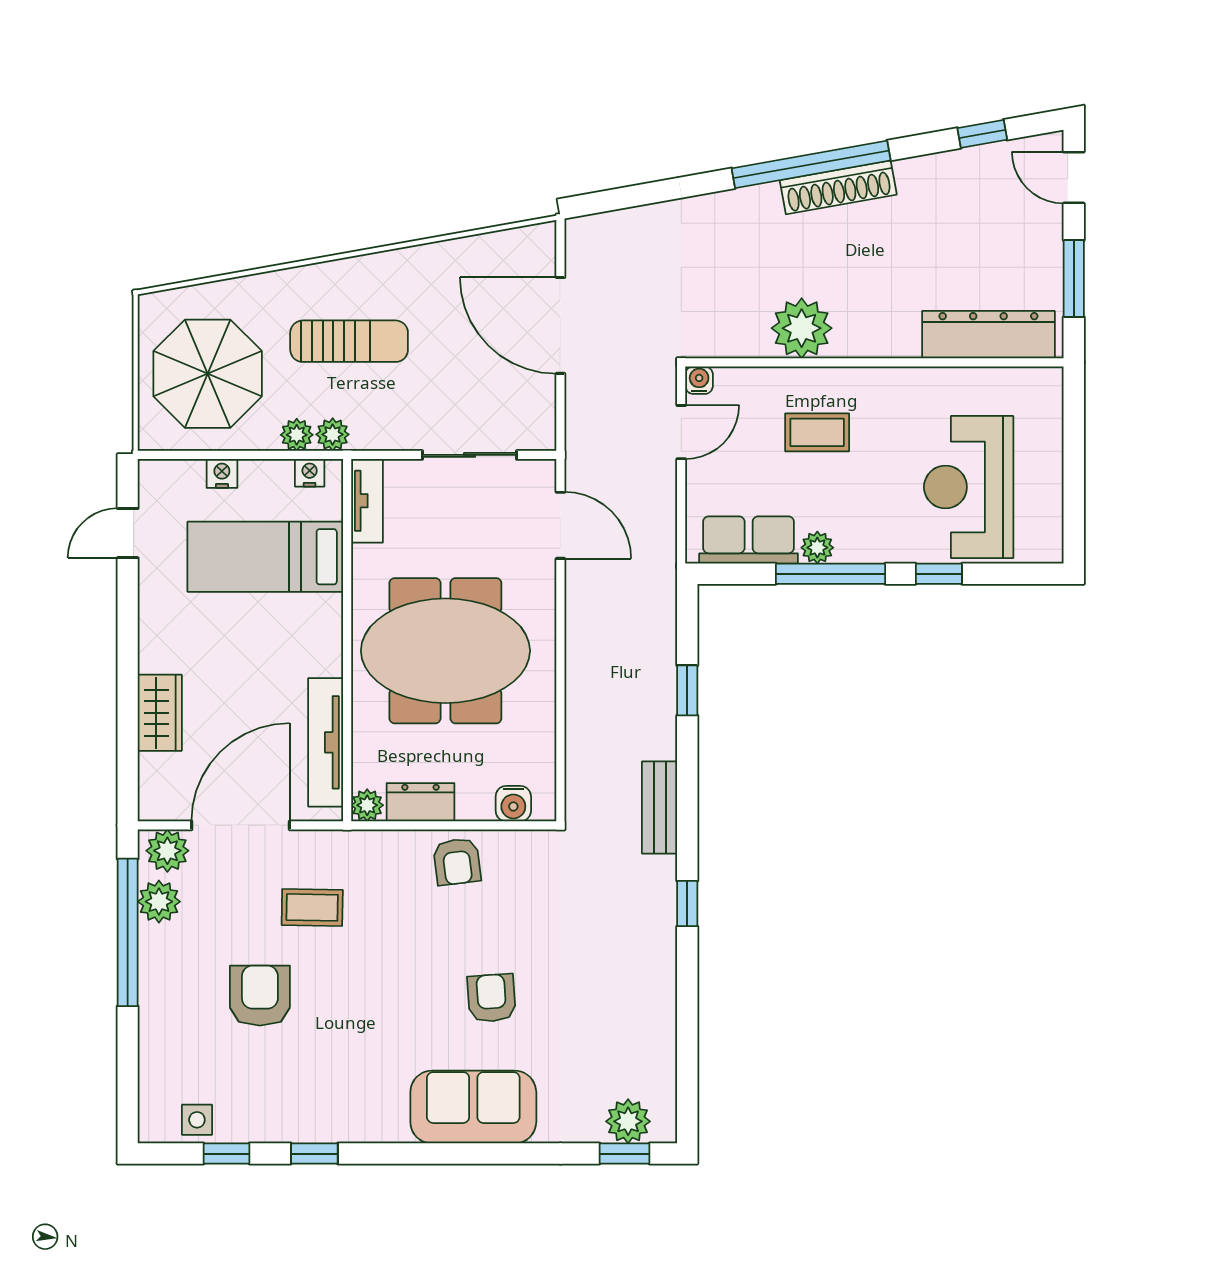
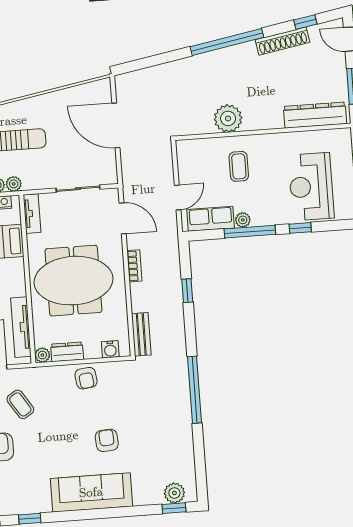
shoe rack: (838, 187) -> (283, 41), moved
water cooler: (699, 380) -> (182, 146), removed
door: (681, 432) -> (178, 197), moved
coffee table: (817, 432) -> (239, 166), turned 90
bookcase: (578, 629) -> (134, 266), added
bench: (660, 807) -> (141, 334), moved
window: (687, 904) -> (195, 390), width x3.17
coffee table: (312, 907) -> (20, 404), turned 56
sofa: (473, 1107) -> (91, 492), width x1.36

